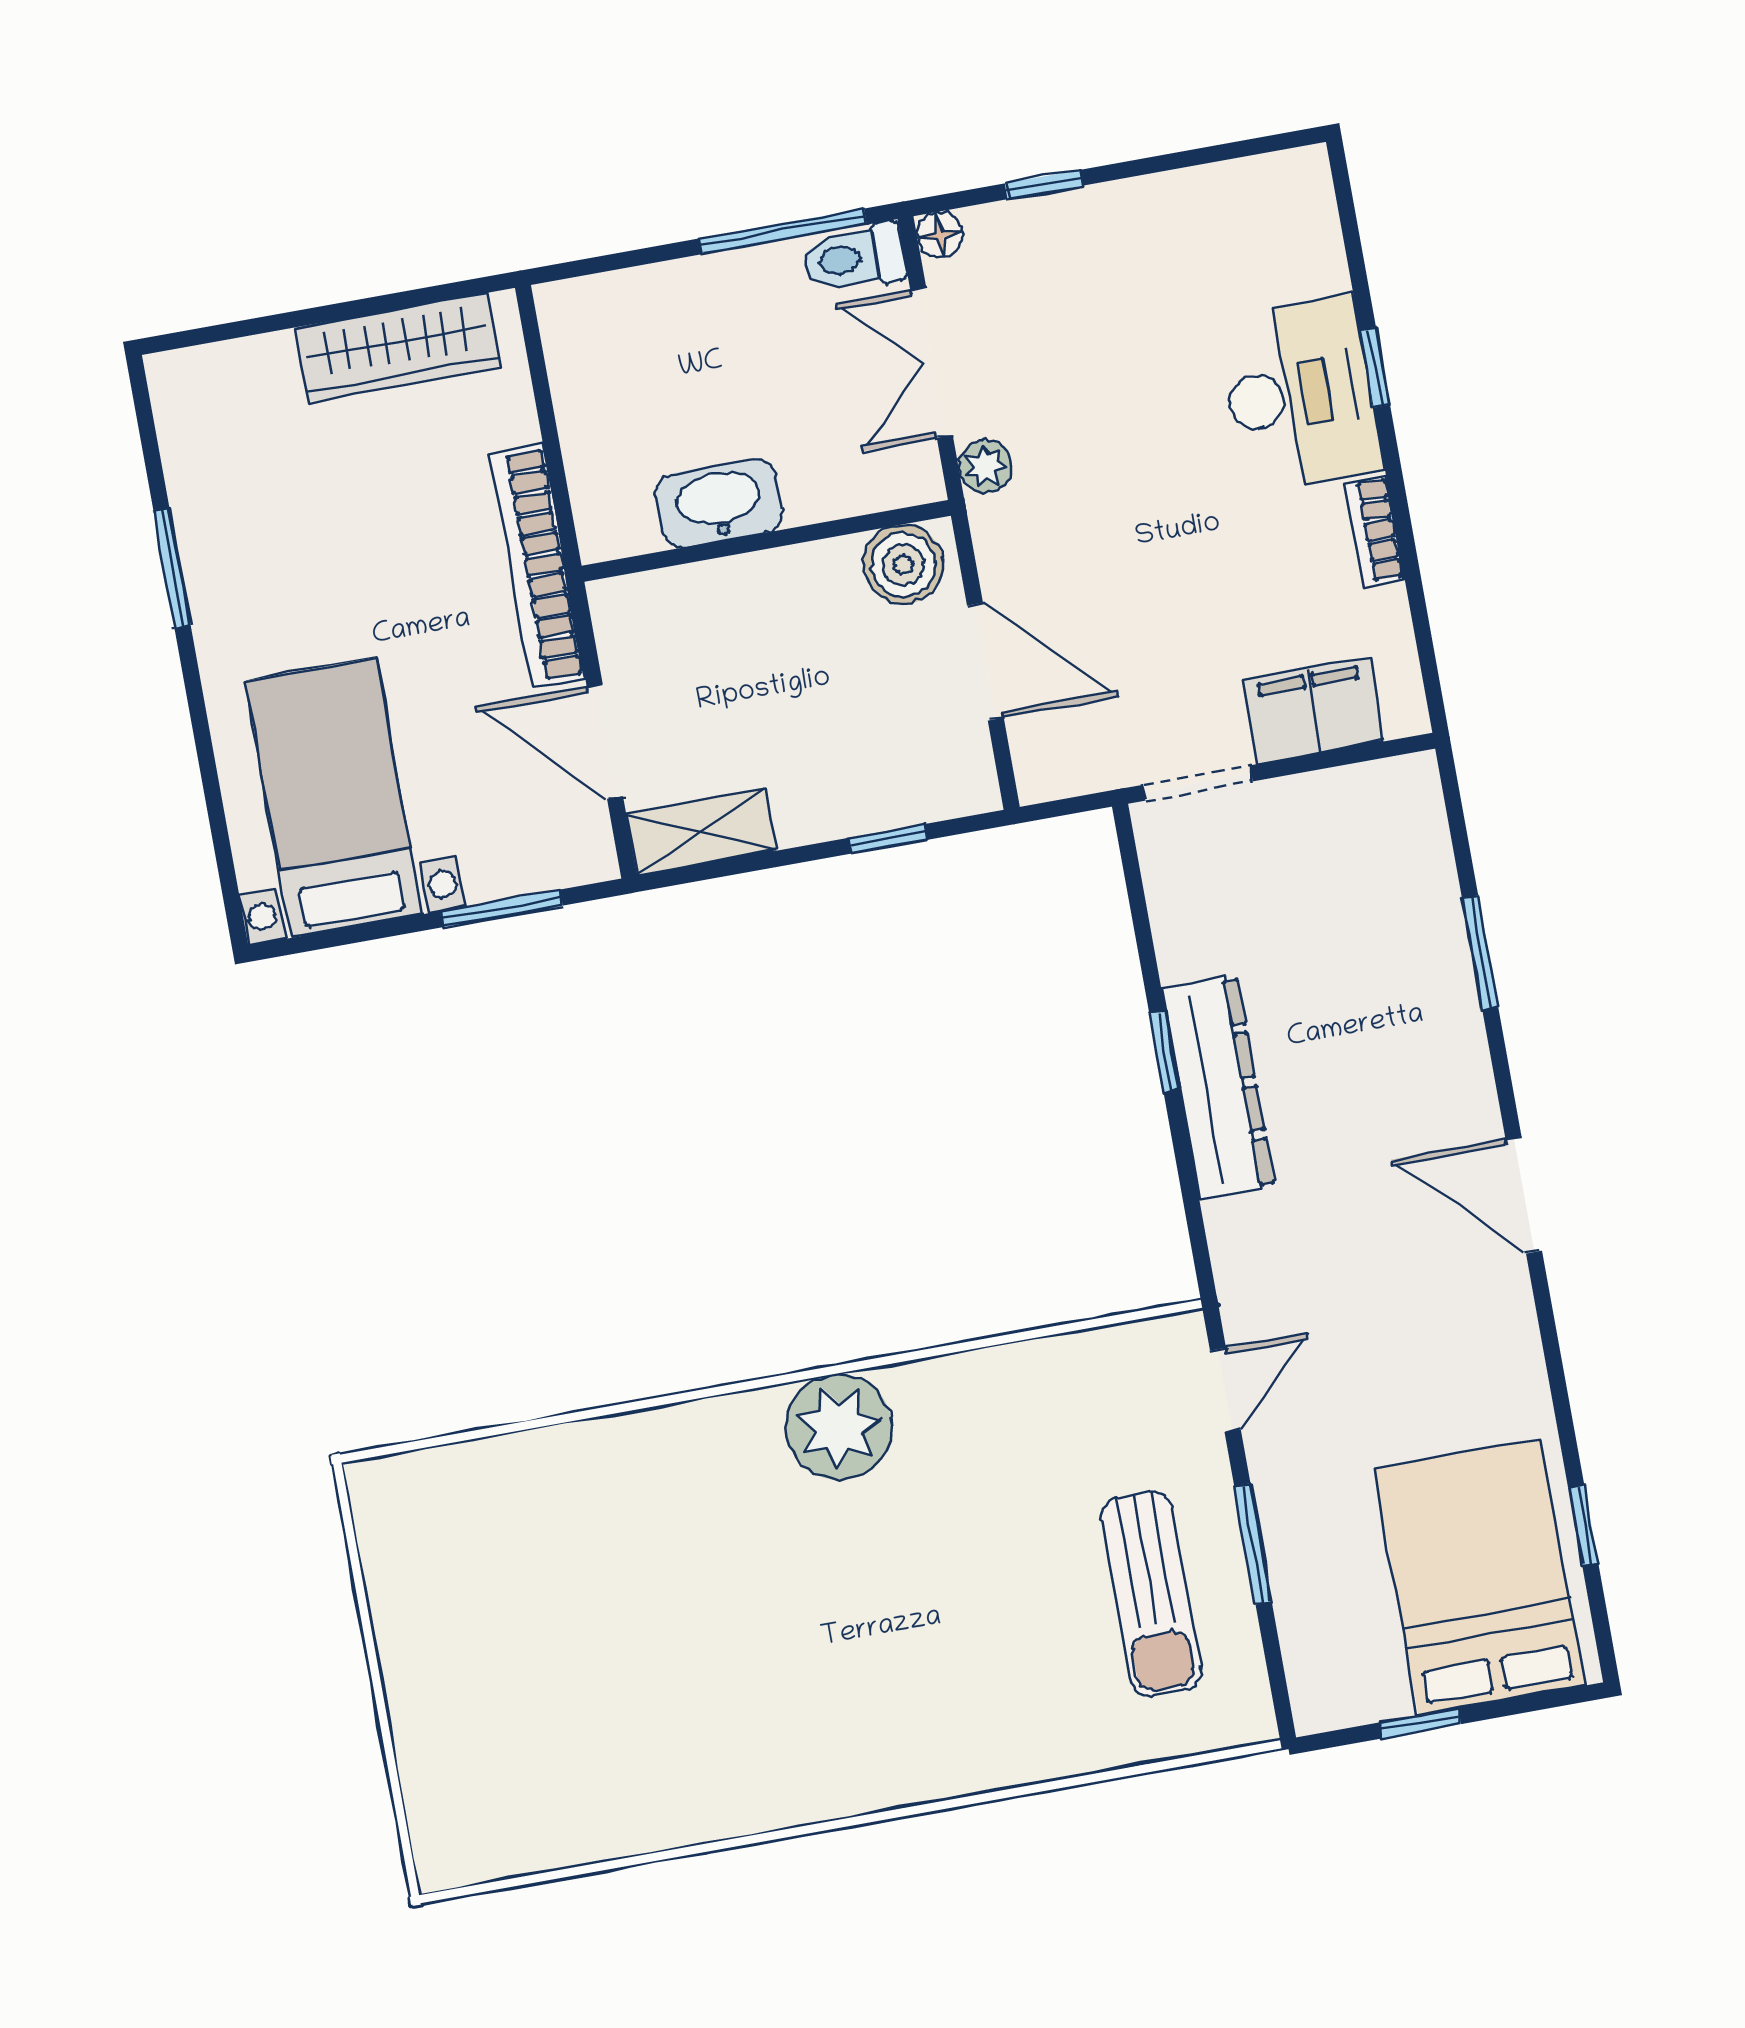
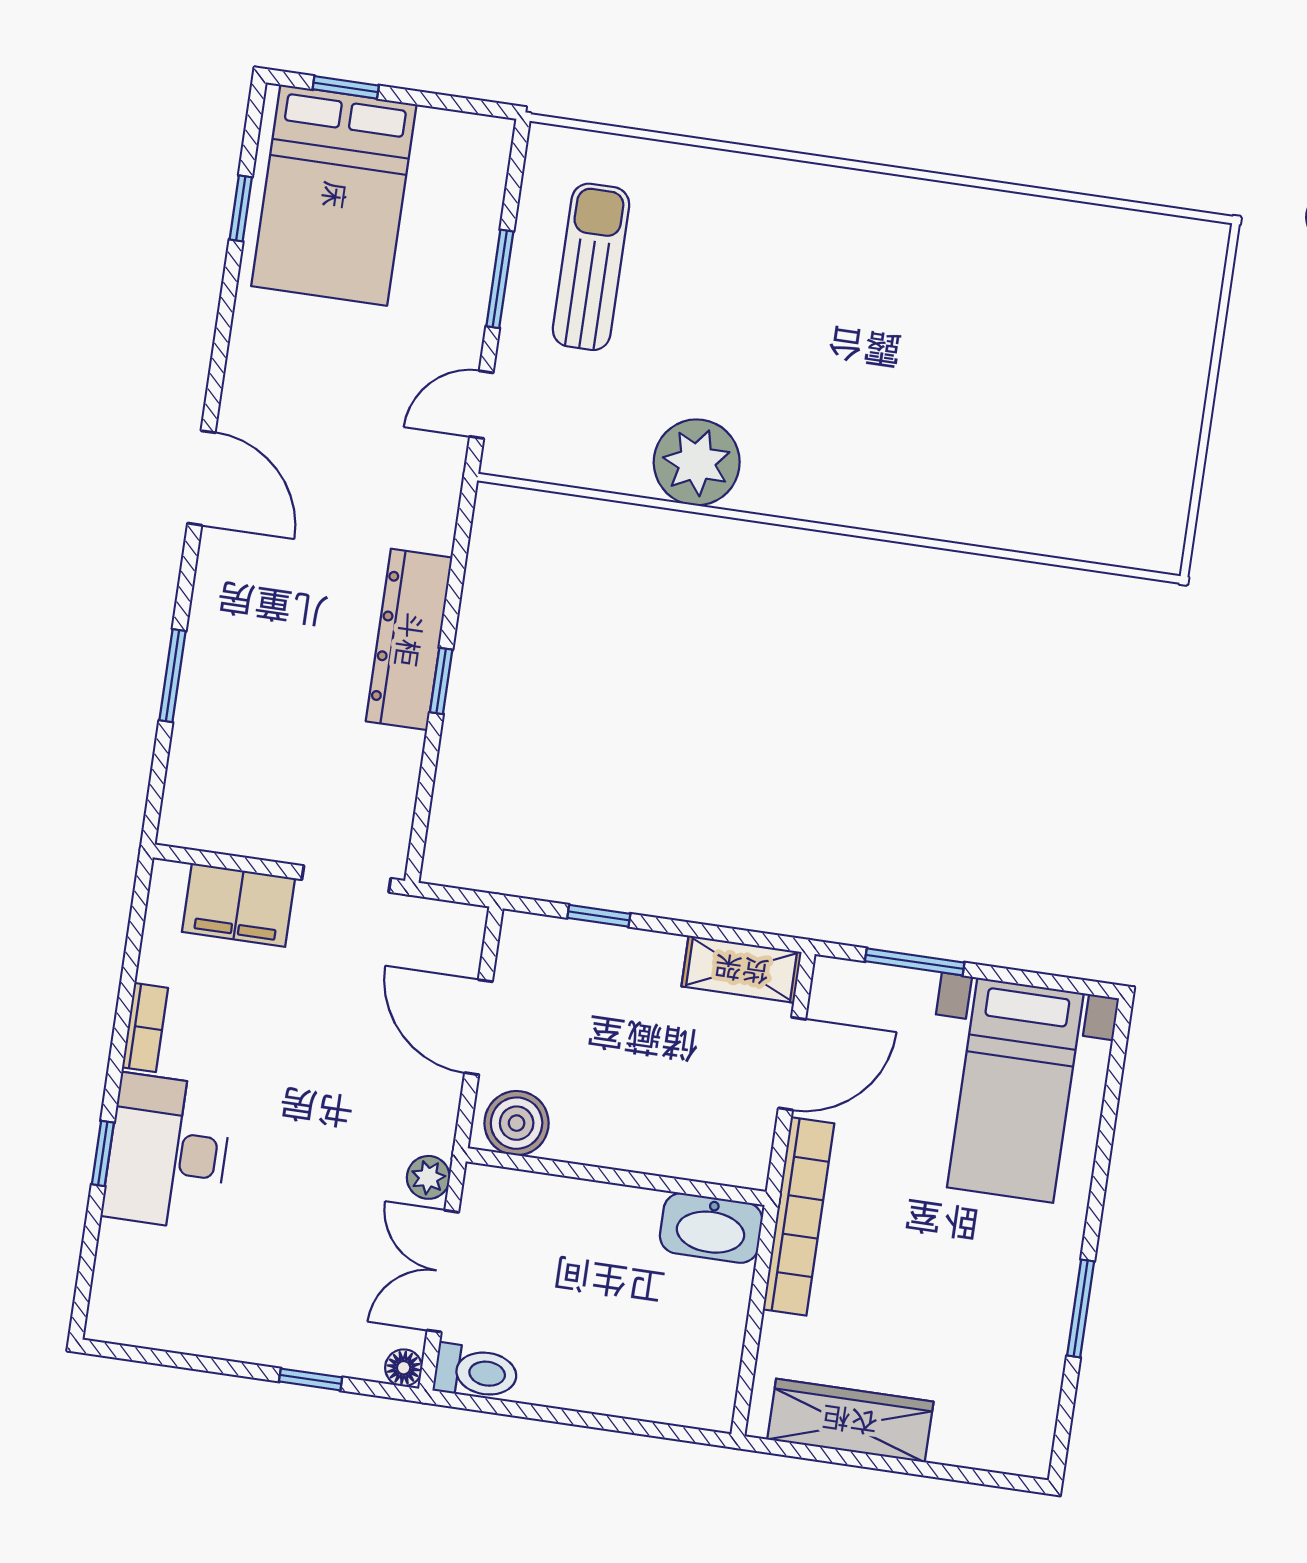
window: (783, 231) -> (524, 1411), removed
double door: (932, 363) -> (443, 1271), swing flipped
washbasin: (719, 503) -> (711, 1228), moved
door: (605, 742) -> (792, 1064), hinge flipped
plant: (839, 1427) -> (697, 462), moved
window: (1420, 1723) -> (346, 87), moved

